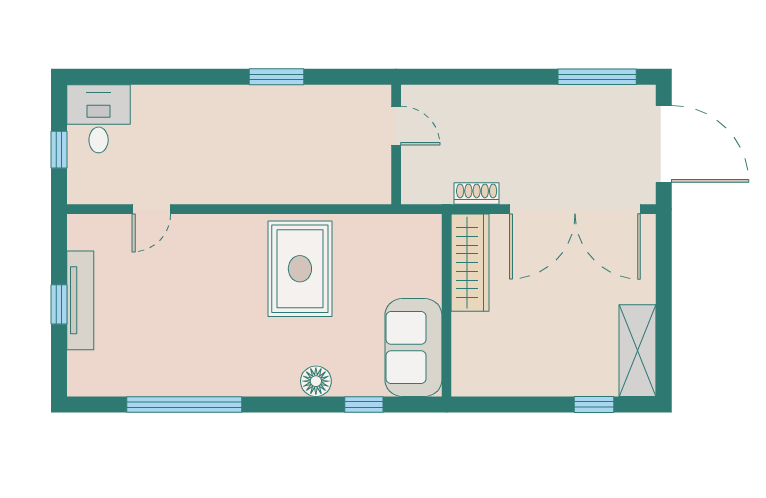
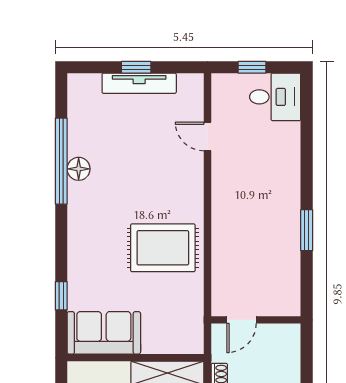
door: (396, 126) -> (242, 320), moved
floor lamp: (316, 381) -> (79, 169), moved

